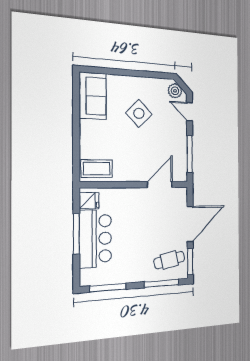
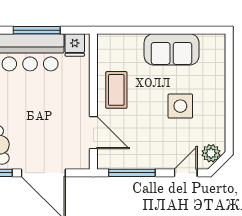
sofa: (93, 96) -> (172, 49), moved
side table: (139, 113) -> (180, 106), turned 45
coffee table: (97, 169) -> (116, 90), moved

